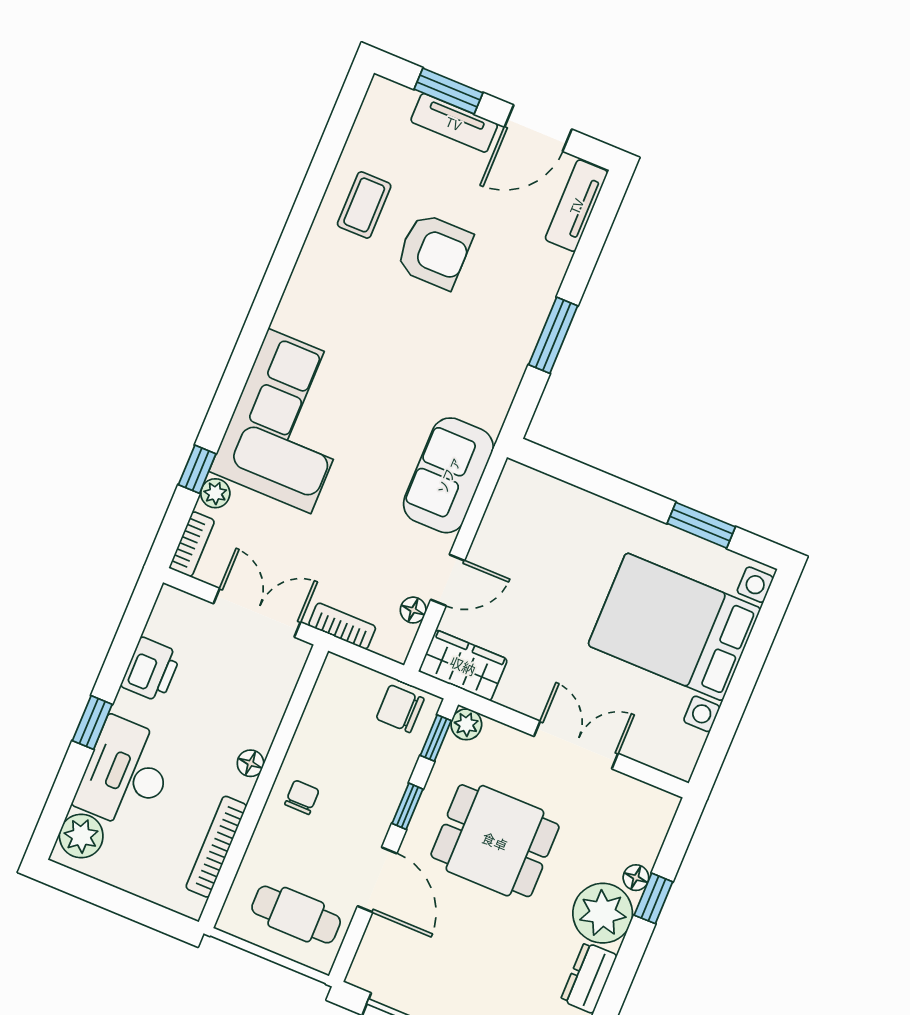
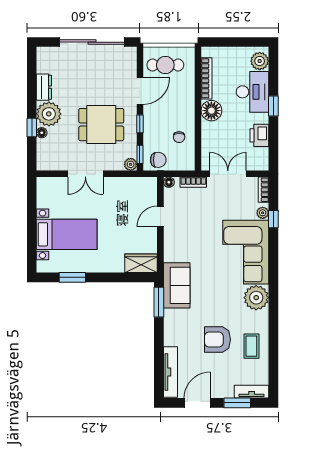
tv unit: (454, 123) -> (252, 392), moved
tv unit: (576, 206) -> (170, 372), width x1.41
plant: (308, 309) -> (256, 298), added
window: (553, 335) -> (159, 302), moved
sofa: (448, 475) -> (177, 285), moved
floor lamp: (413, 610) -> (169, 182), moved
double door: (257, 613) -> (228, 174), swing flipped
bed with nightstands: (674, 627) -> (67, 234), width x0.73
wardrobe: (463, 665) -> (141, 263), moved, turned 180
floor lamp: (250, 763) -> (211, 111), width x1.89, depth x1.89
chair: (302, 797) -> (179, 137), moved
door: (377, 880) -> (140, 91), swing flipped

